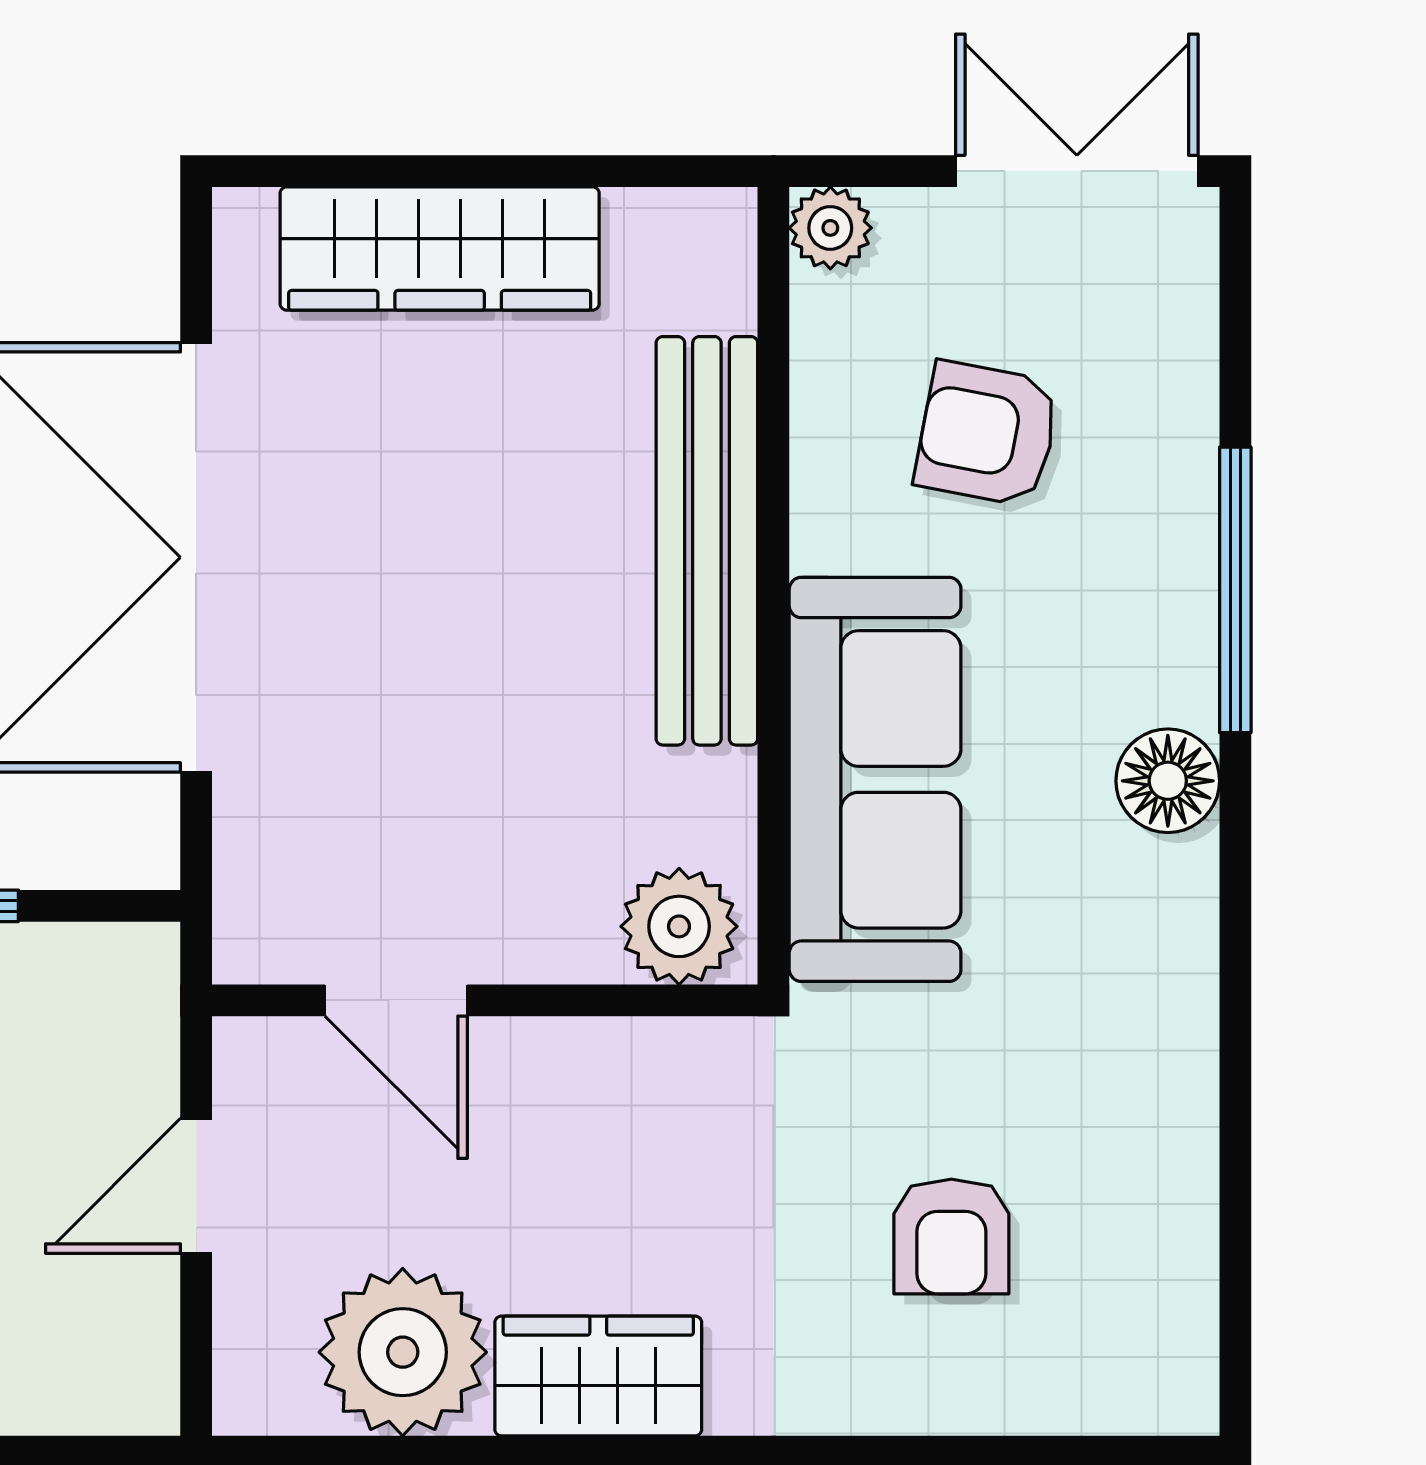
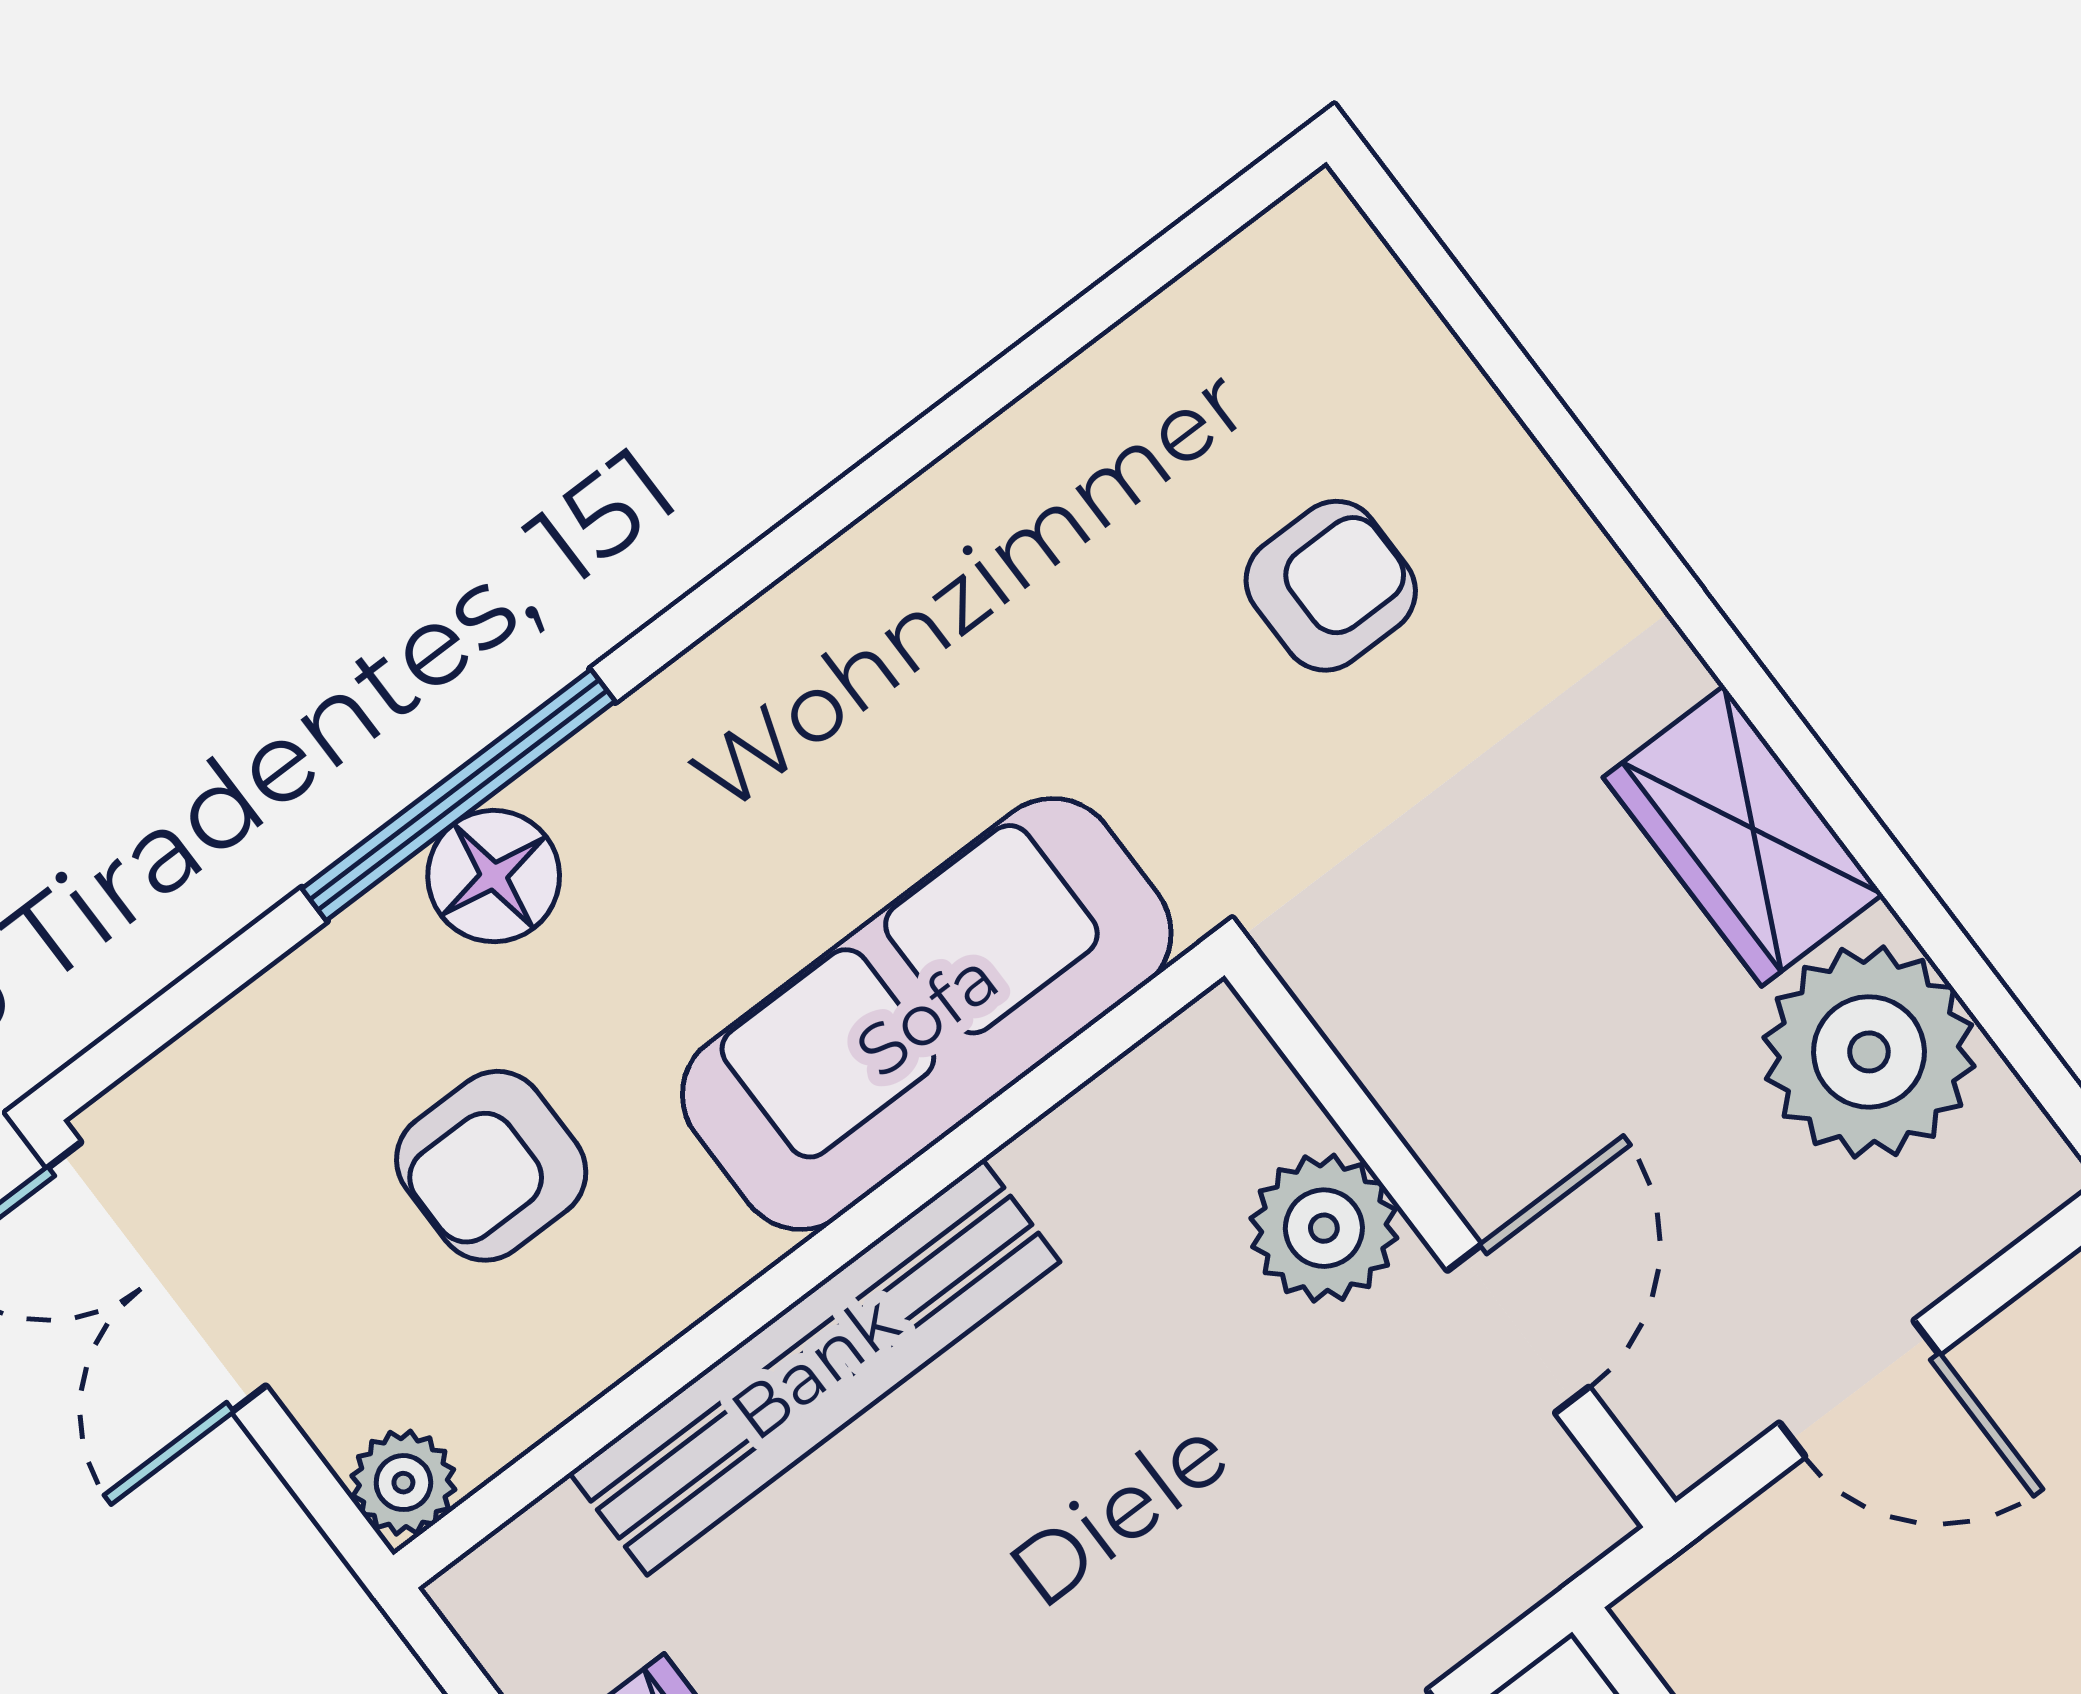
armchair: (987, 434) -> (491, 1166), turned 79
floor lamp: (1168, 781) -> (494, 876), moved
plant: (679, 926) -> (1324, 1228), moved

